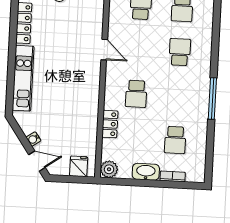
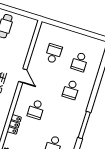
school desk: (180, 52) -> (71, 90), turned 180

